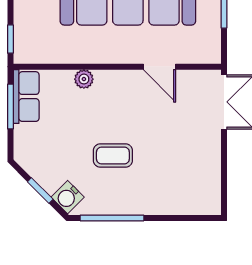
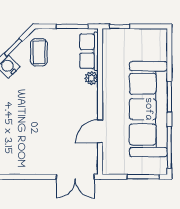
row of seats: (26, 97) -> (89, 51), moved, turned 90
coffee table: (113, 156) -> (39, 52), moved

